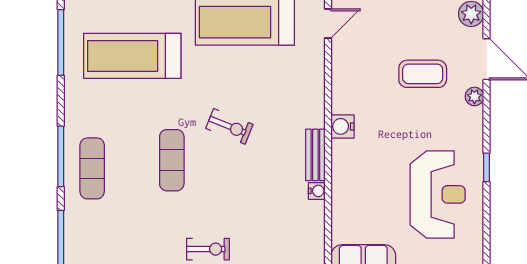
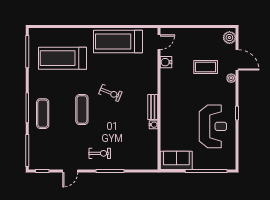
water cooler: (342, 126) -> (166, 62), moved

